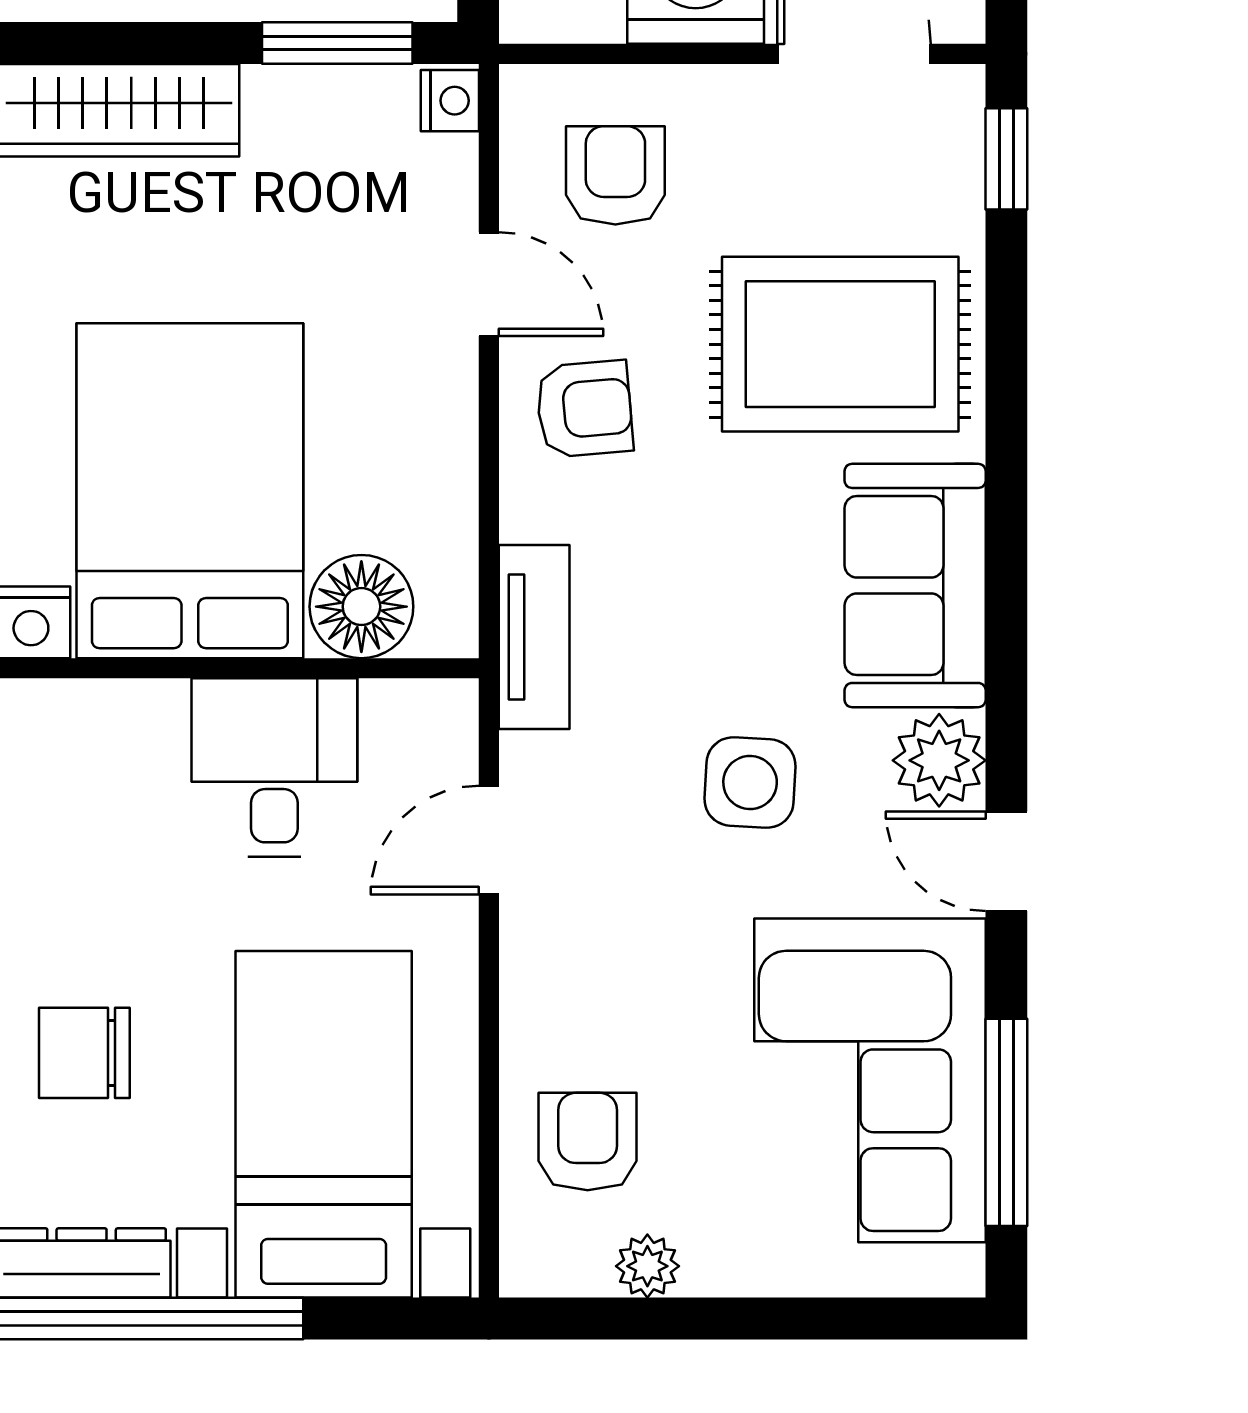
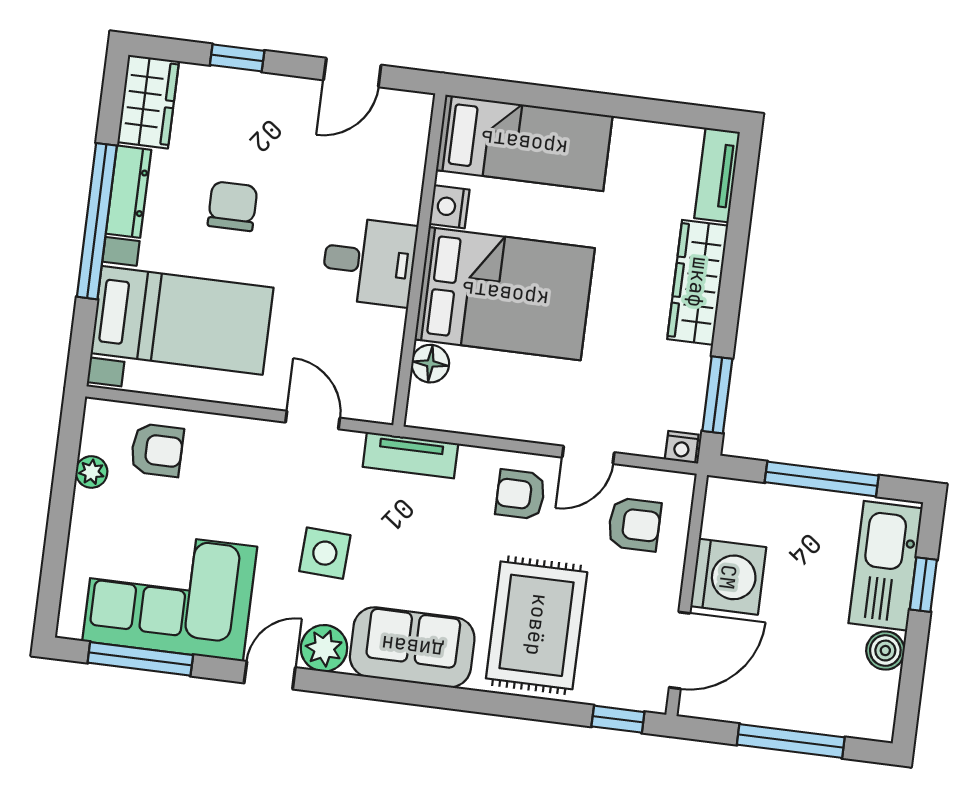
armchair: (584, 409) -> (520, 494), turned 95
floor lamp: (361, 607) -> (430, 364), width x0.73, depth x0.73
desk: (274, 767) -> (369, 262), moved

